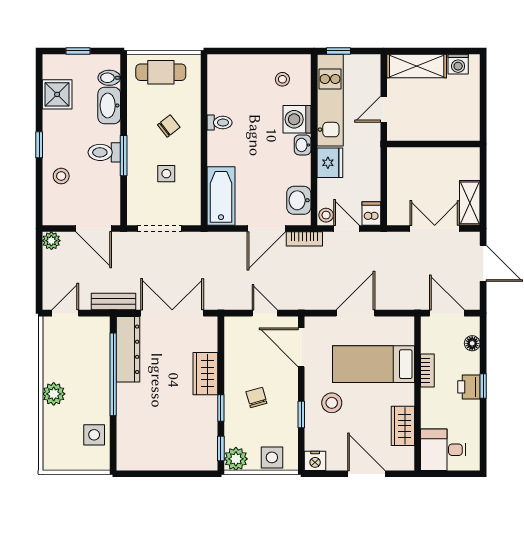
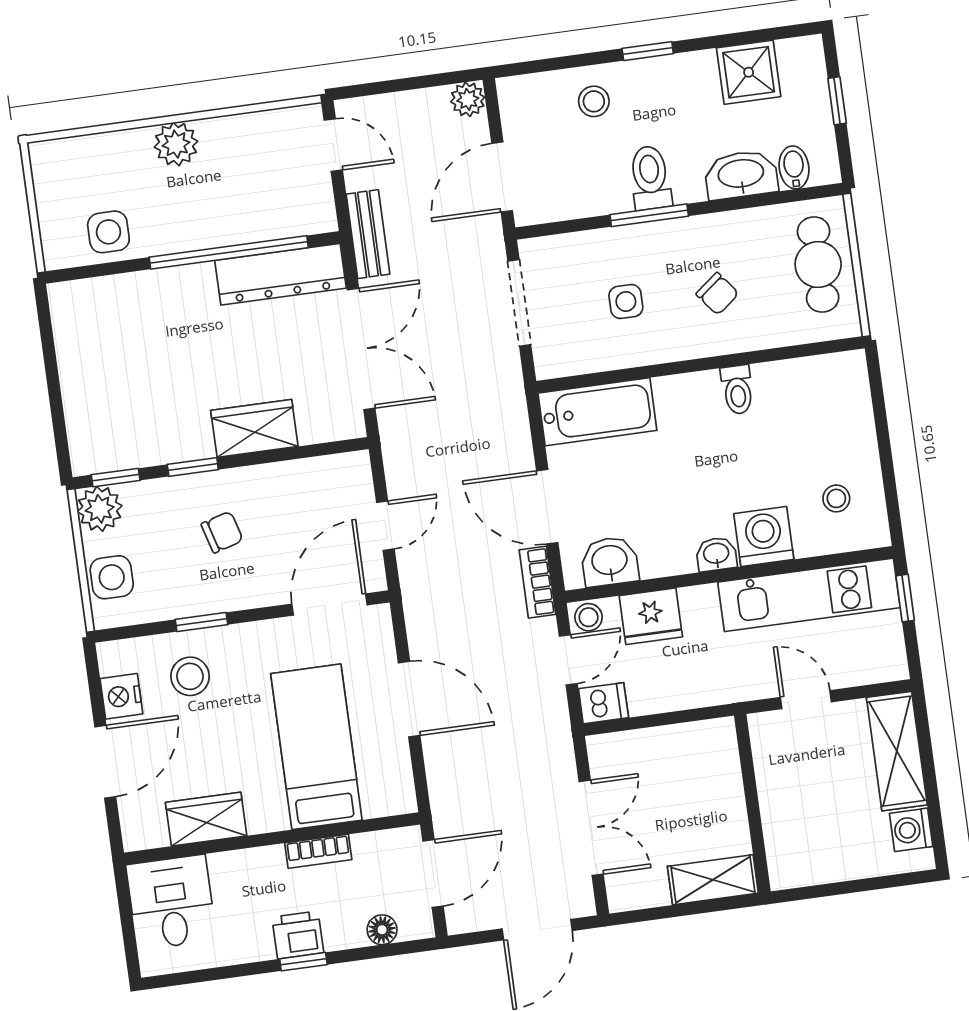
fridge: (330, 163) -> (651, 616), moved
shelving: (470, 203) -> (713, 880), moved
stool: (332, 403) -> (190, 676), moved
nightstand: (315, 461) -> (121, 696), moved

